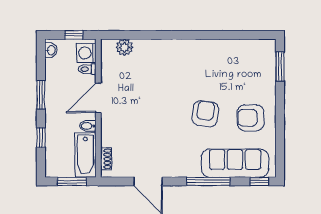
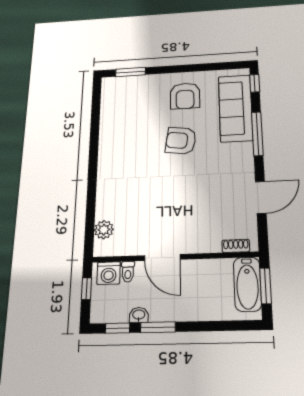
washbasin: (51, 50) -> (139, 315), moved
bidet: (88, 126) -> (196, 269), removed
window: (41, 138) -> (118, 328), moved
bathtub: (85, 155) -> (247, 284), moved, turned 90

